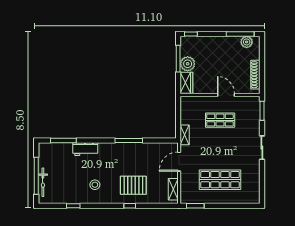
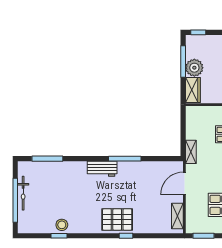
workbench: (85, 149) -> (102, 169), moved
bicycle: (43, 182) -> (23, 193), moved
stool: (95, 185) -> (62, 225), moved
pallet: (133, 185) -> (117, 220), moved

